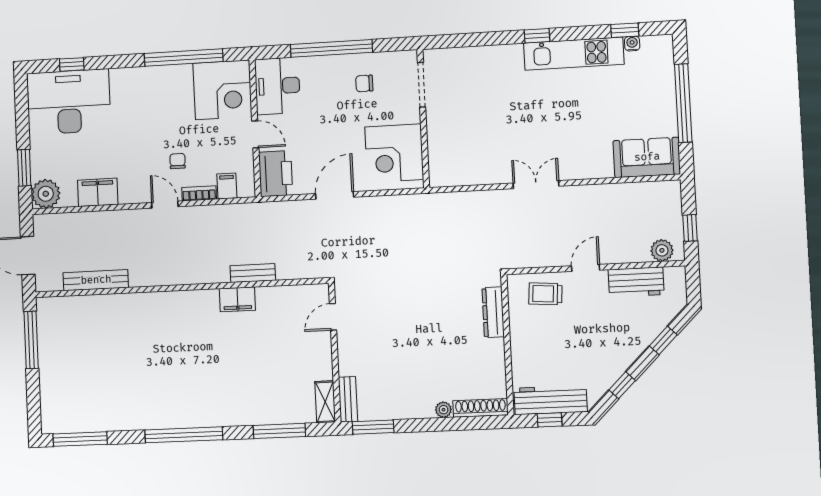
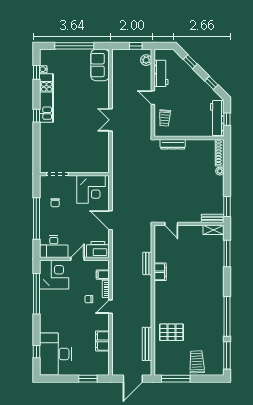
plant: (46, 194) -> (102, 368), removed
pallet: (120, 327) -> (171, 332), added
trolley: (65, 380) -> (197, 362), added
window: (184, 435) -> (227, 316), moved

